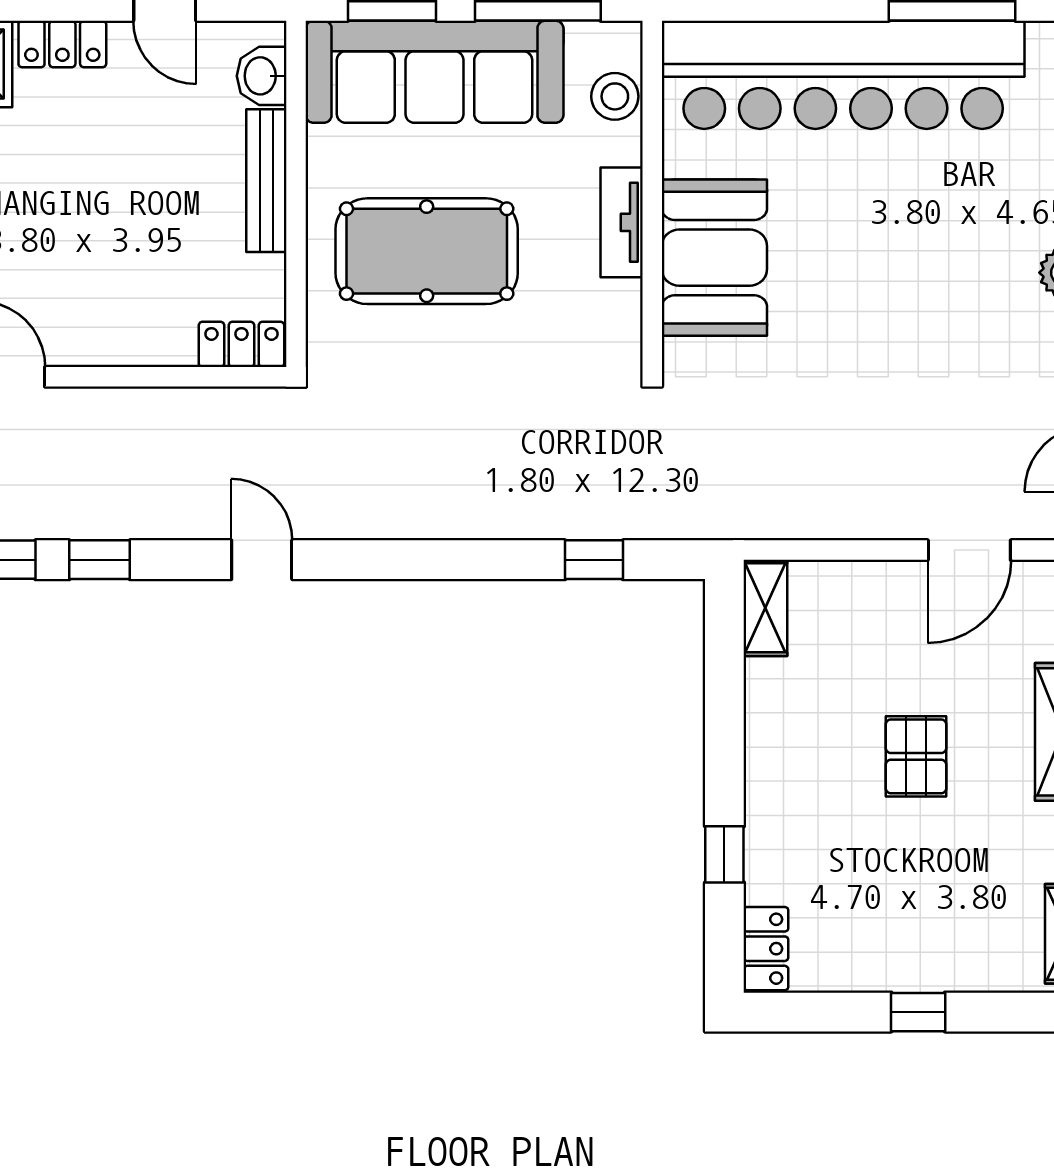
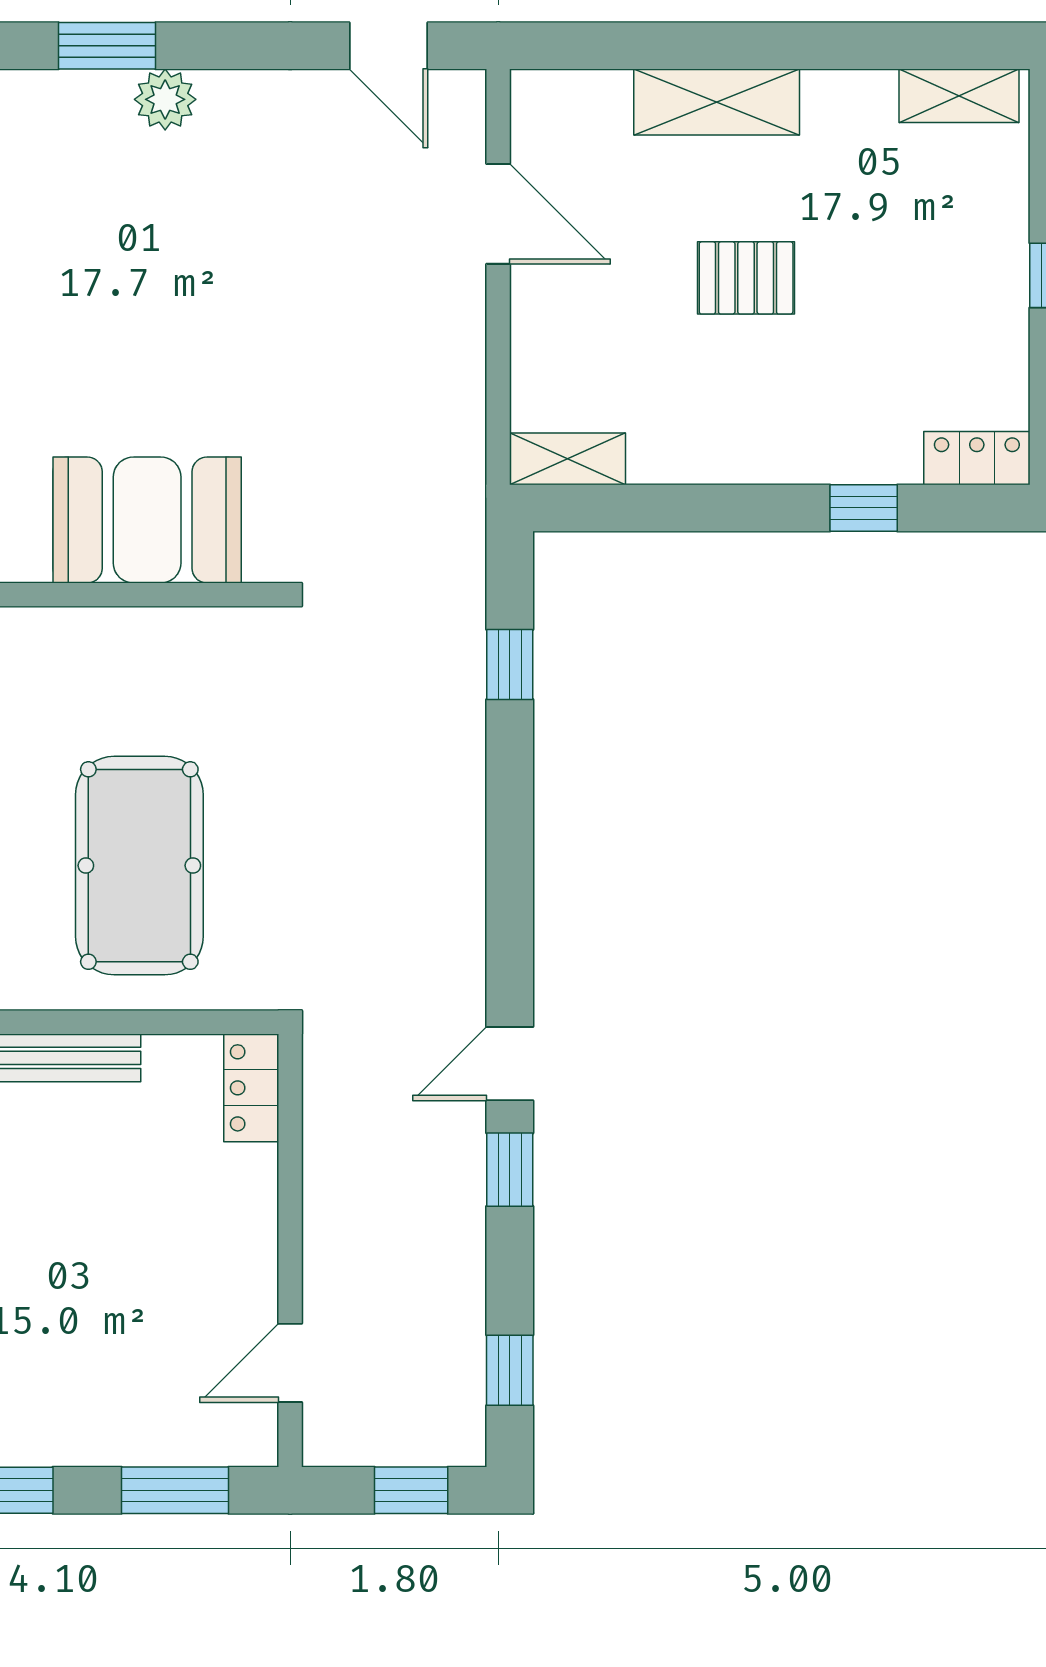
tv unit: (622, 222) -> (105, 631), removed
window: (100, 560) -> (510, 1170), moved

